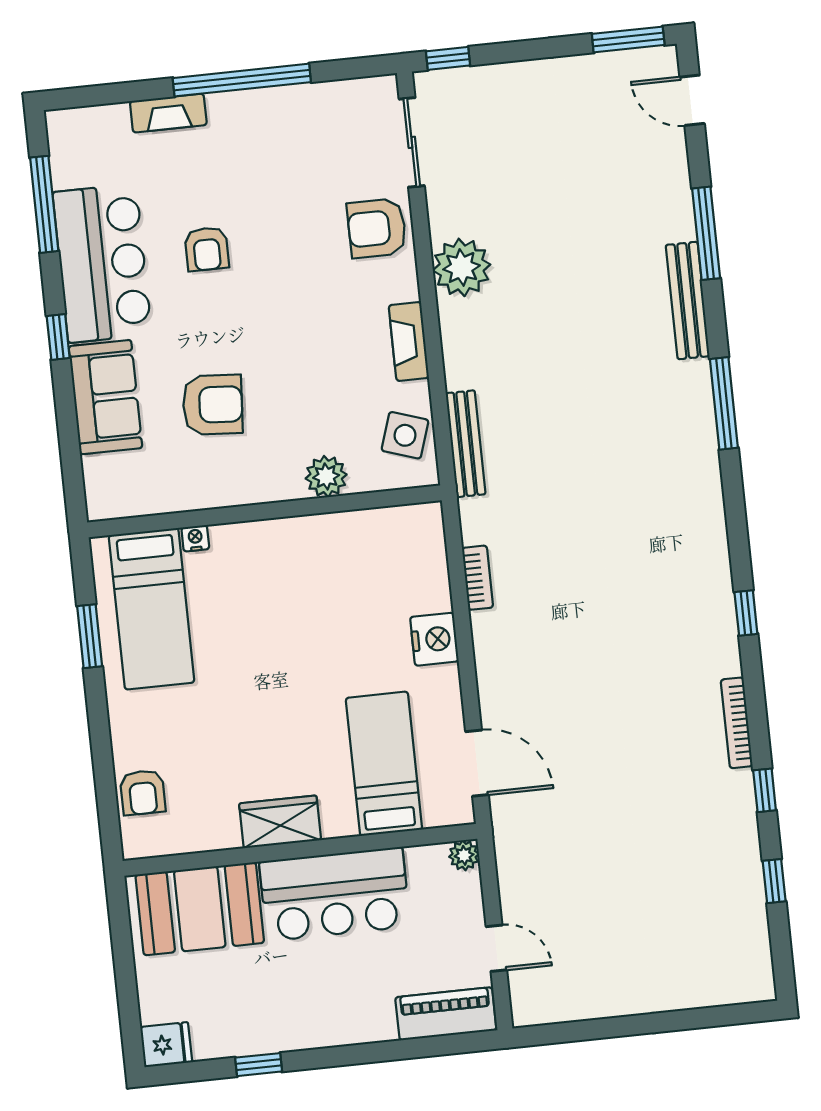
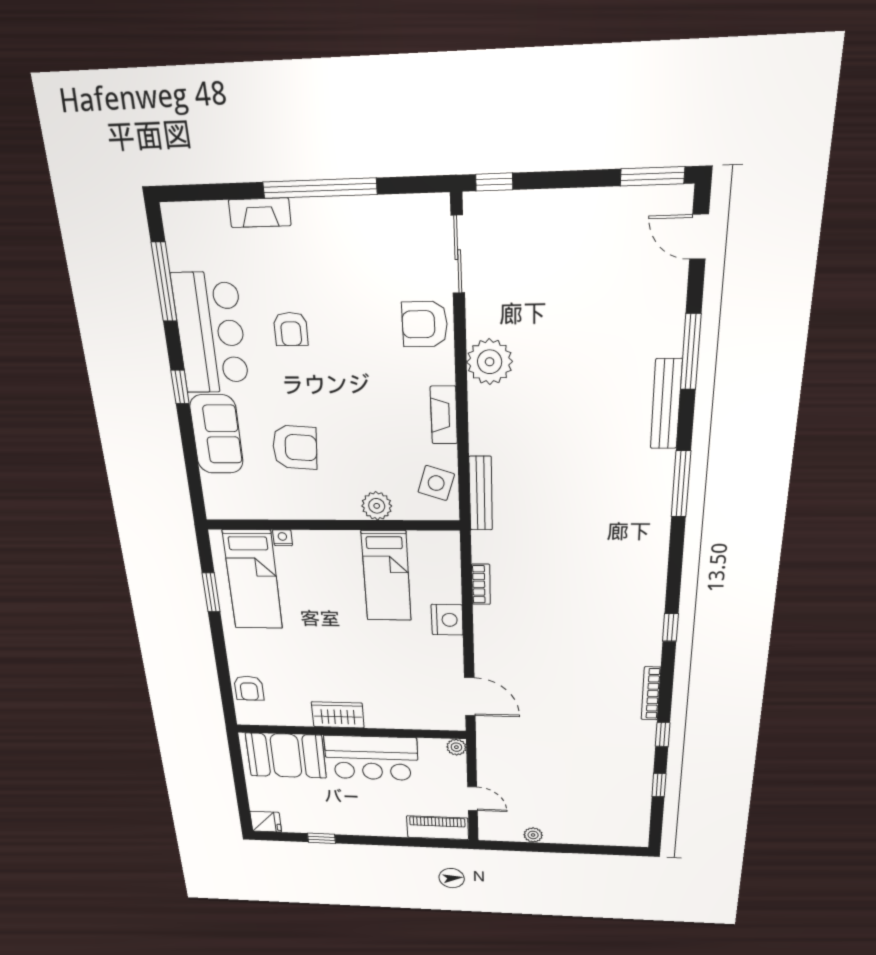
bed: (384, 764) -> (386, 576), moved, turned 180
plant: (597, 1005) -> (533, 835), added

